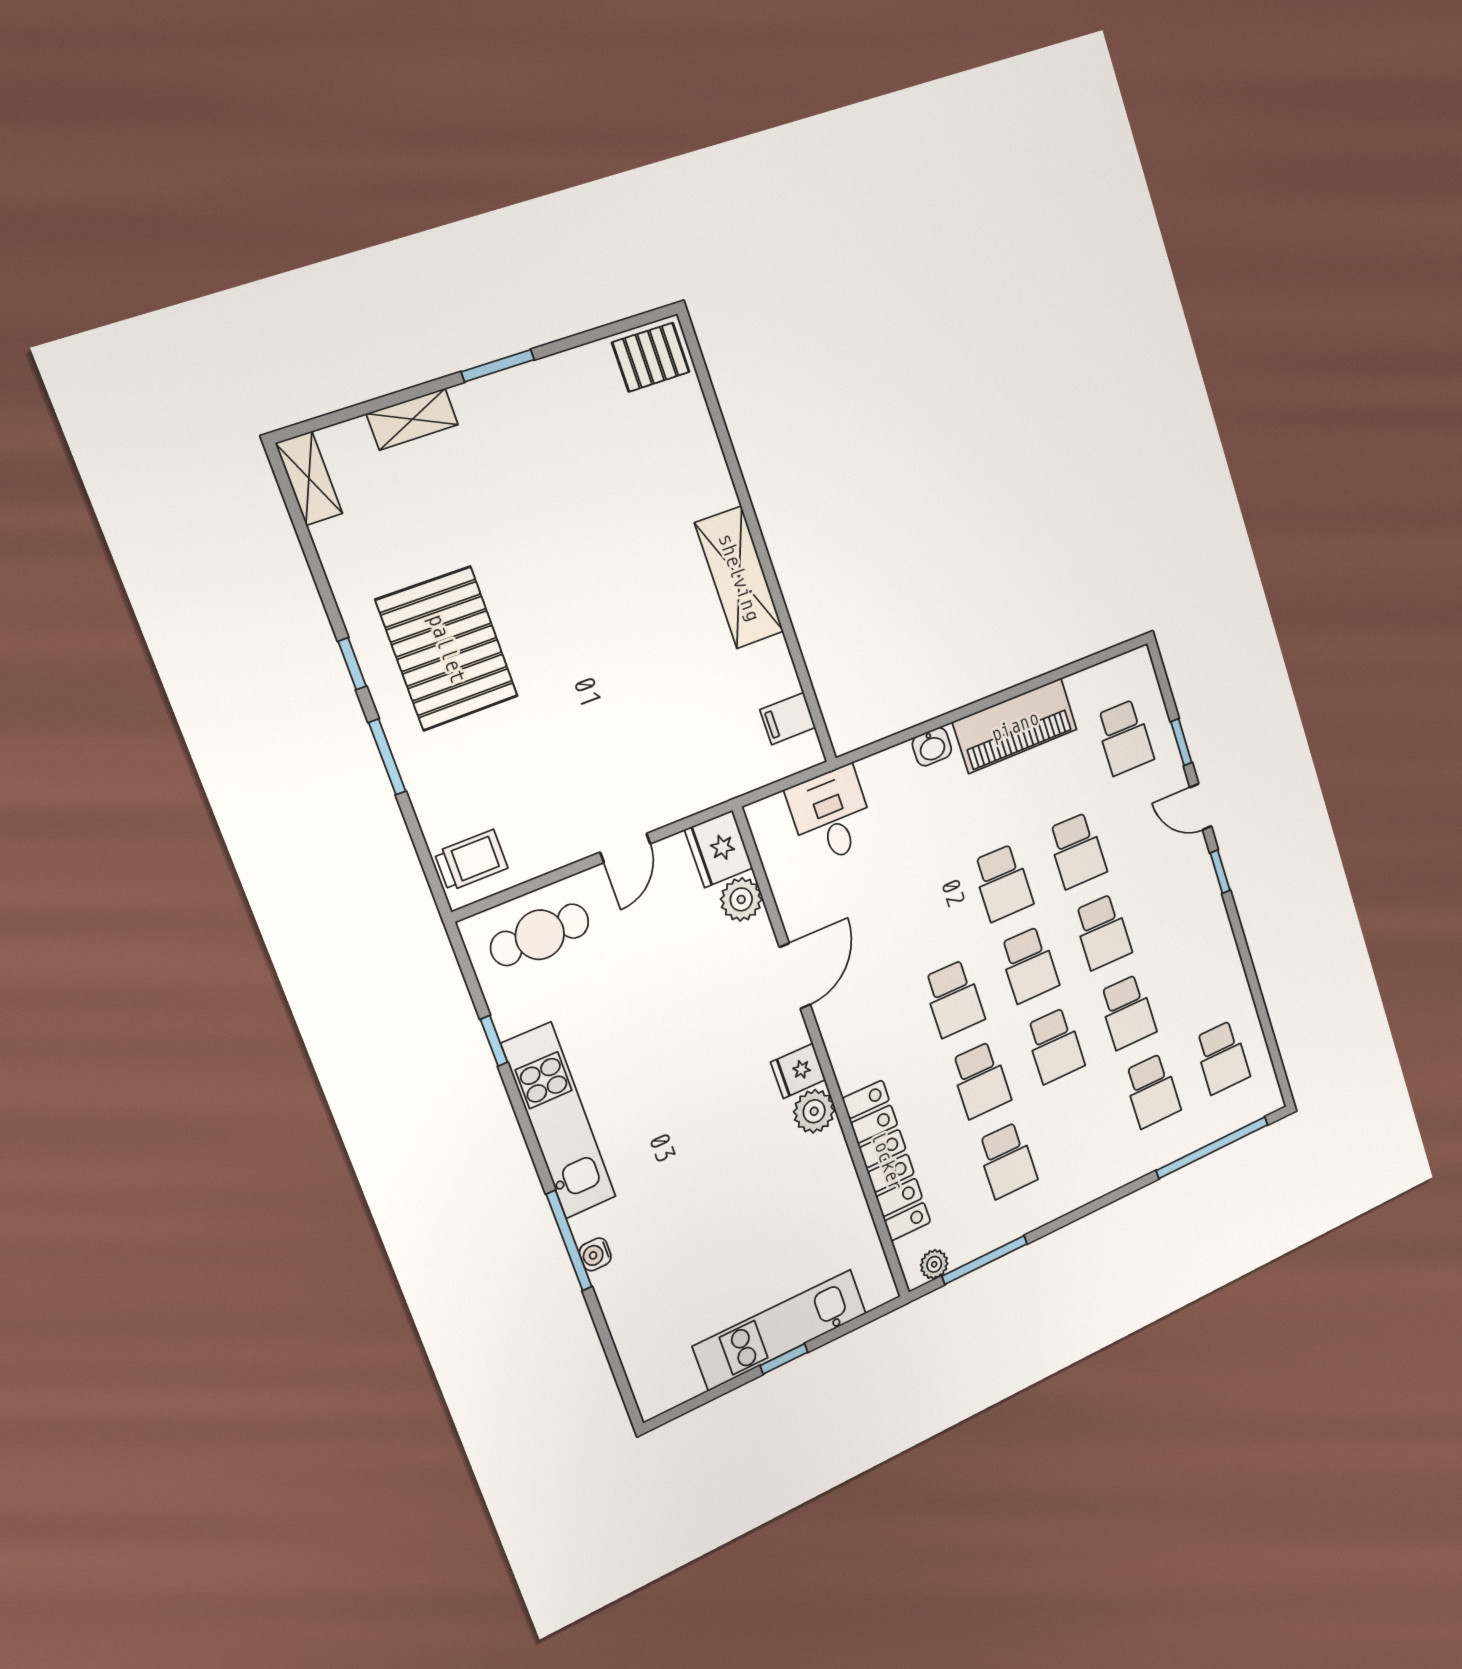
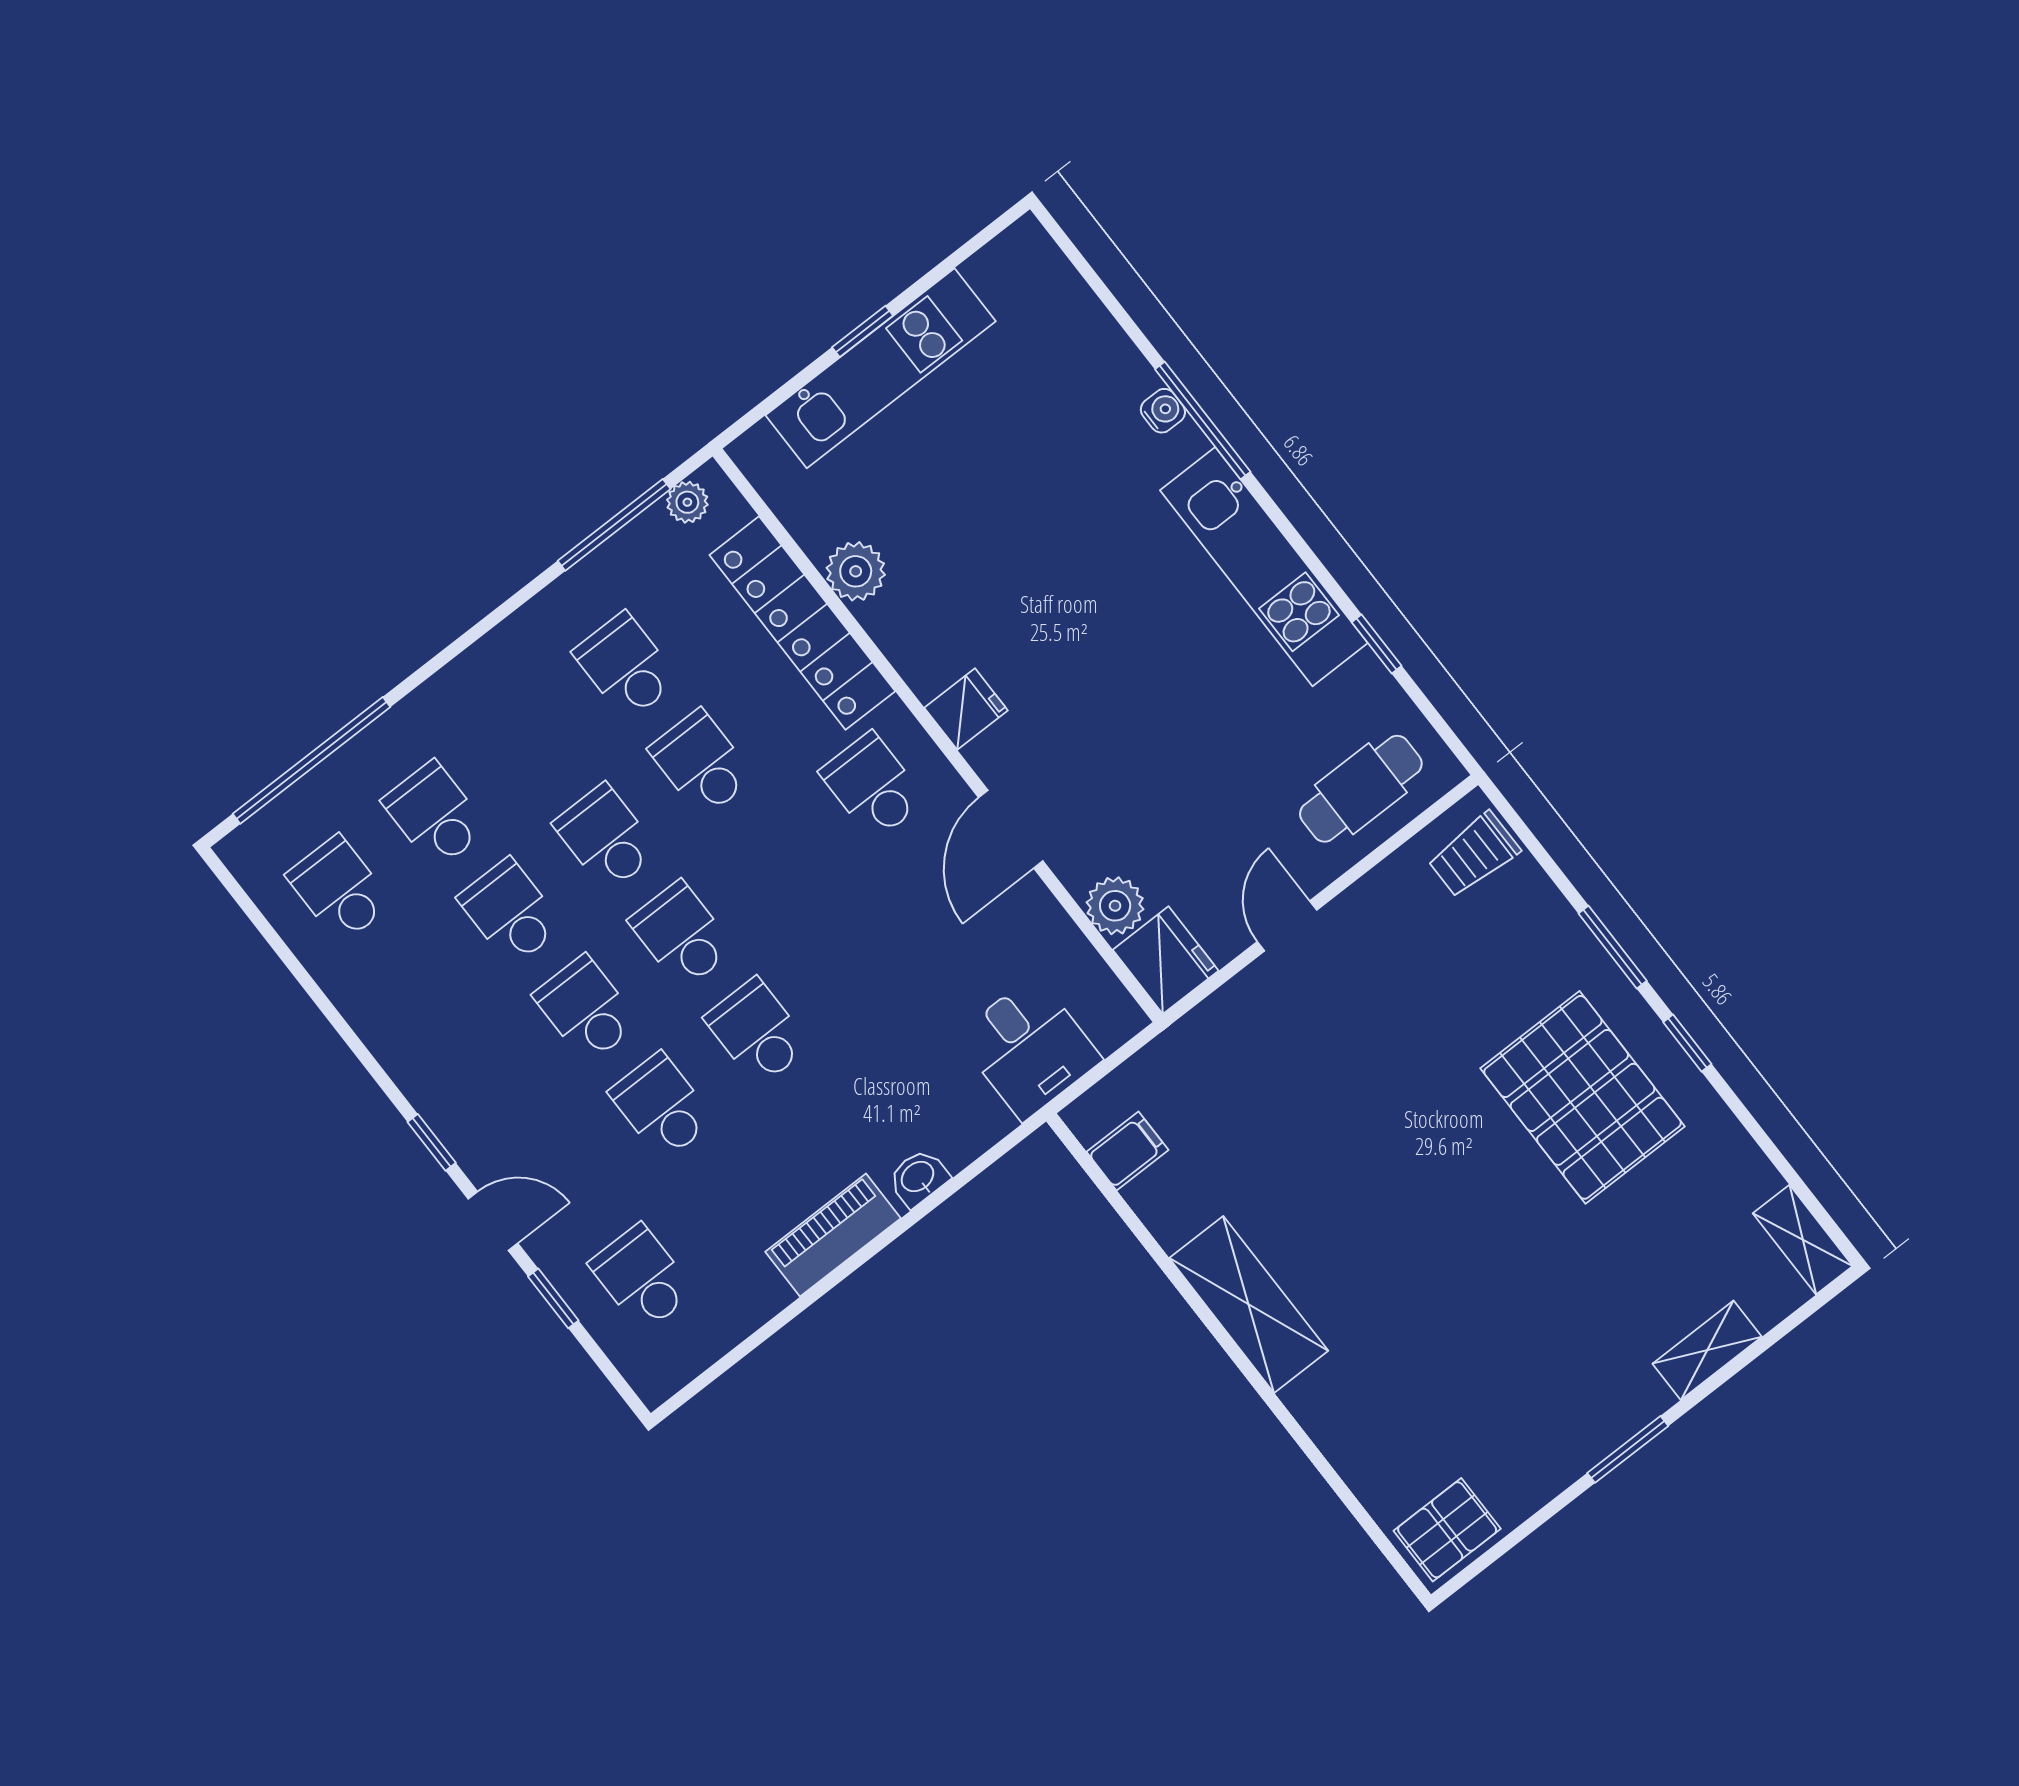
piano: (1015, 726) -> (833, 1235), width x0.73, depth x0.75
school desk: (954, 999) -> (873, 786), moved
plant: (814, 1111) -> (856, 571), moved

